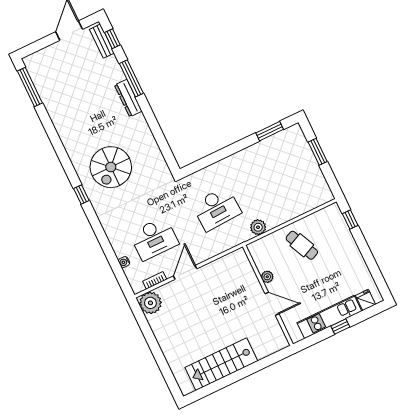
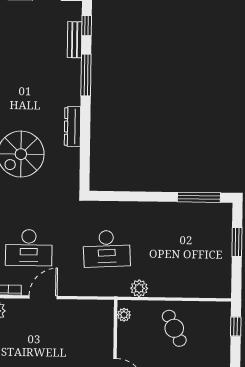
bench: (102, 41) -> (75, 40), moved
dresser: (128, 98) -> (72, 127), moved
window: (270, 131) -> (199, 197), width x1.44
plant: (267, 277) -> (124, 315), moved

